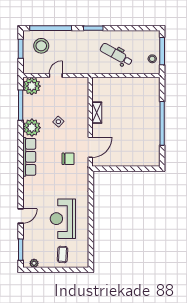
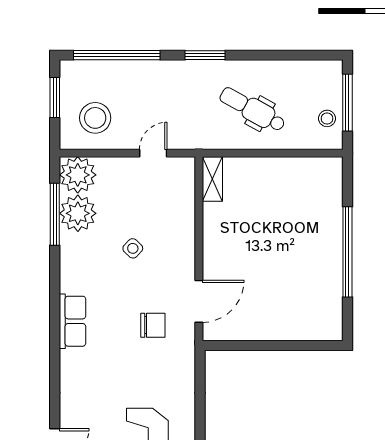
stool: (41, 46) -> (95, 118), moved
door: (56, 76) -> (153, 153), moved
shelving: (97, 113) -> (212, 179), moved
plant: (32, 128) -> (78, 213), moved
row of seats: (29, 157) -> (72, 321), width x0.68

